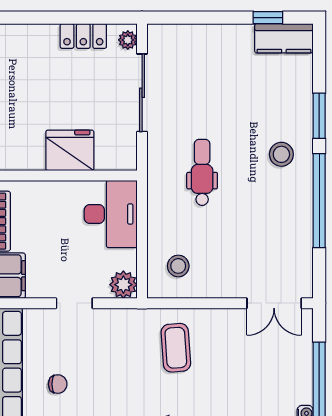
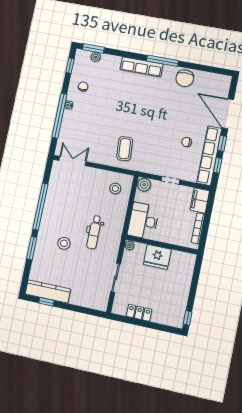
kitchen counter: (284, 38) -> (48, 291), width x1.50
plant: (128, 40) -> (130, 245), moved
sliding door: (142, 93) -> (116, 278), width x0.73
stool: (281, 154) -> (64, 243), moved

